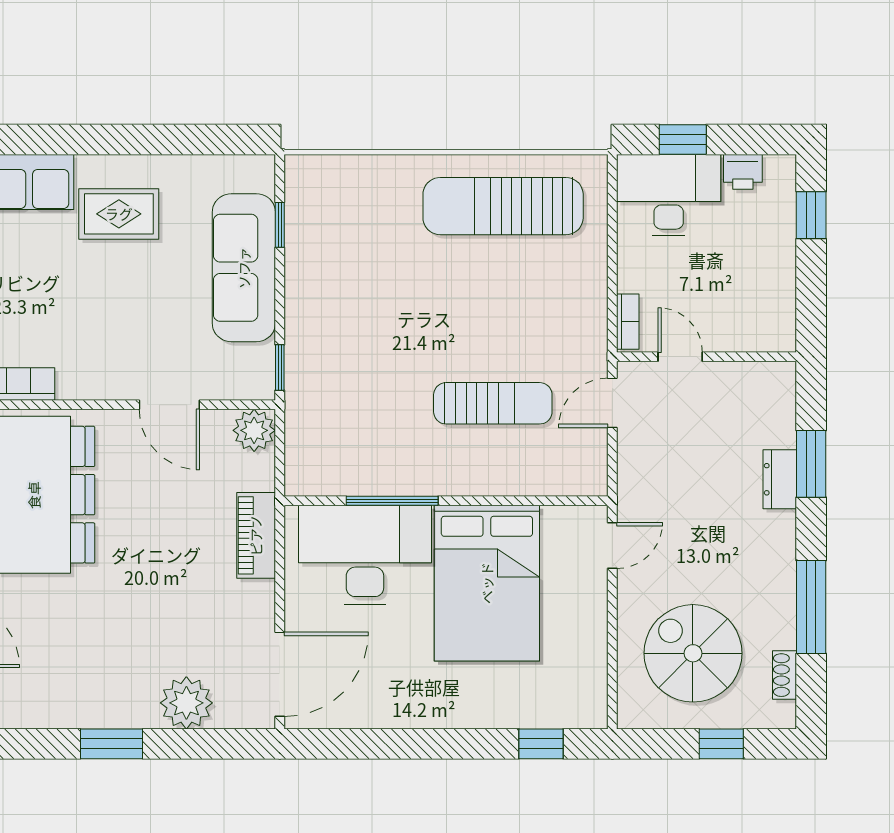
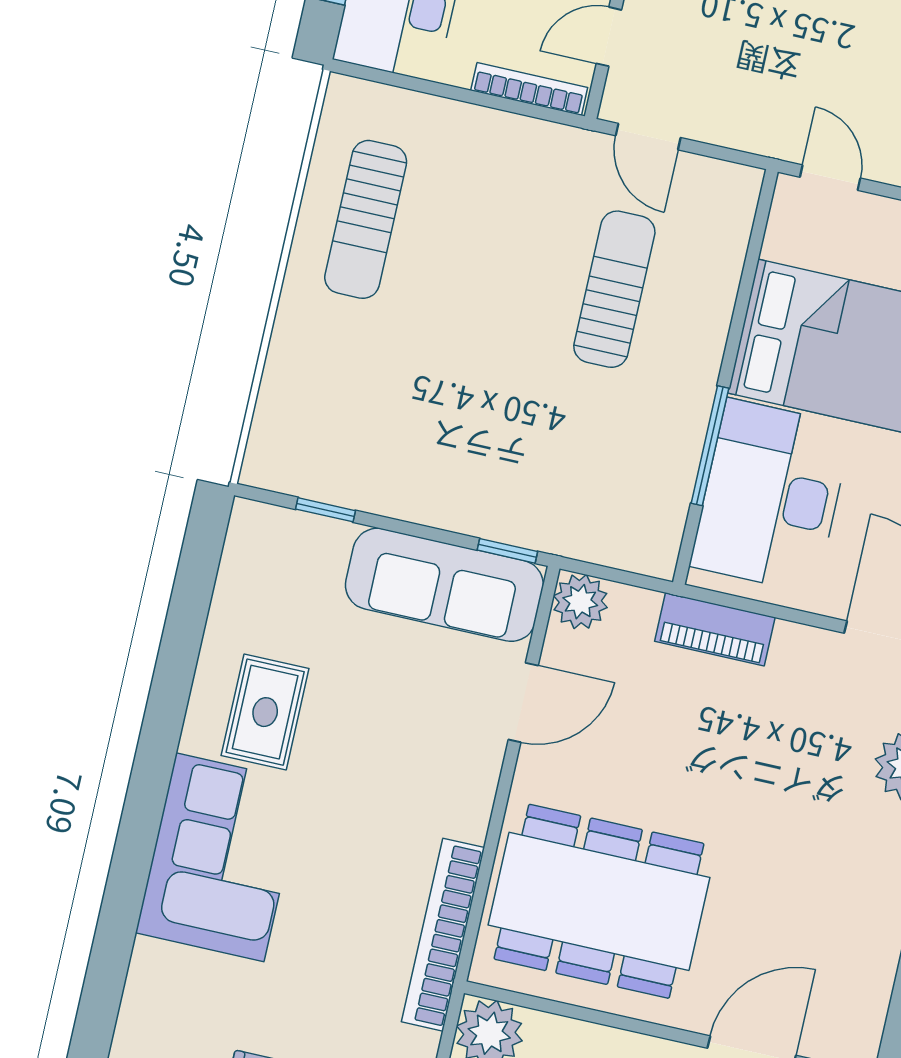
sun lounger: (503, 206) -> (366, 219), width x0.73, depth x0.75
sofa: (244, 268) -> (444, 585), moved
bookcase: (628, 322) -> (529, 89), width x1.56

